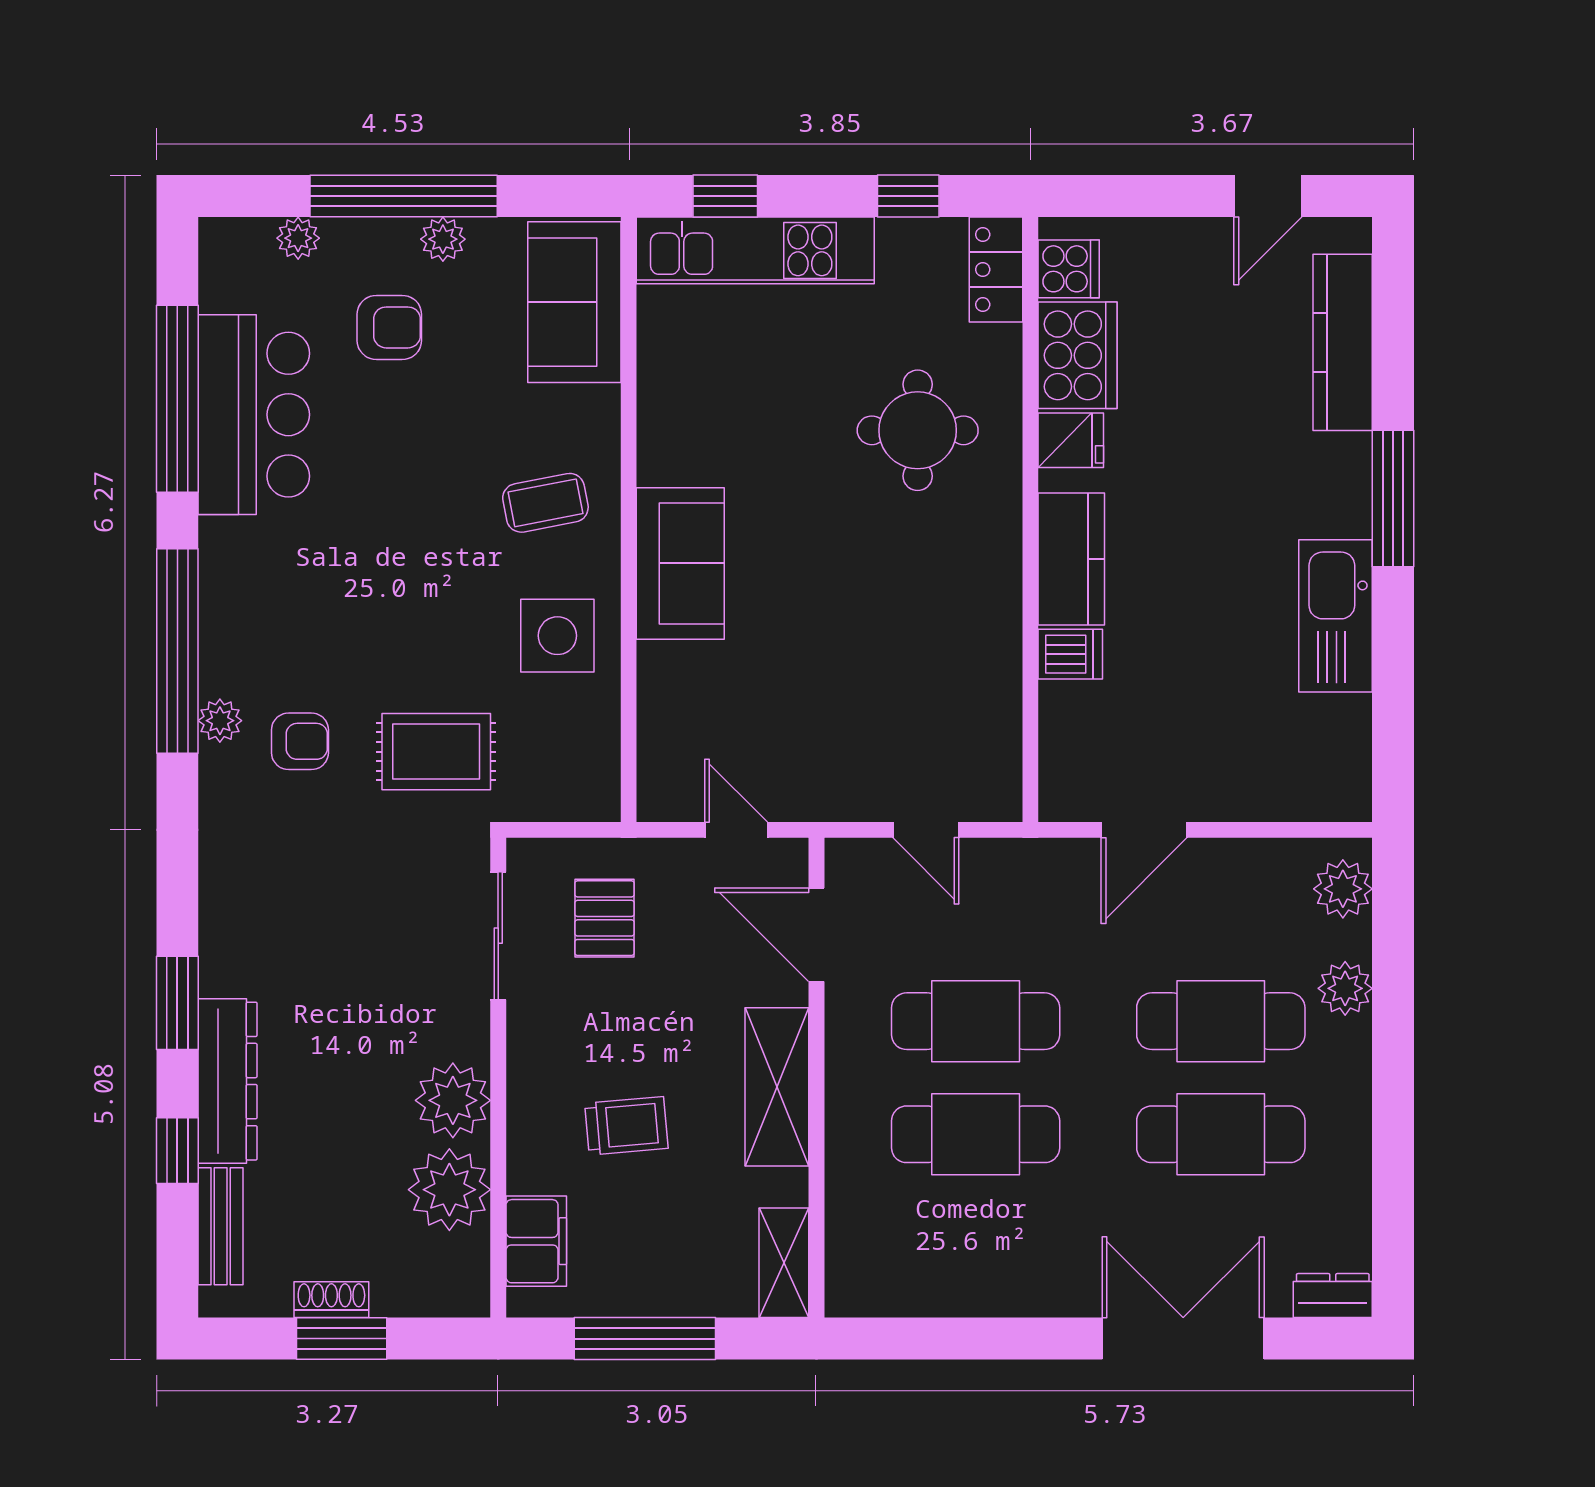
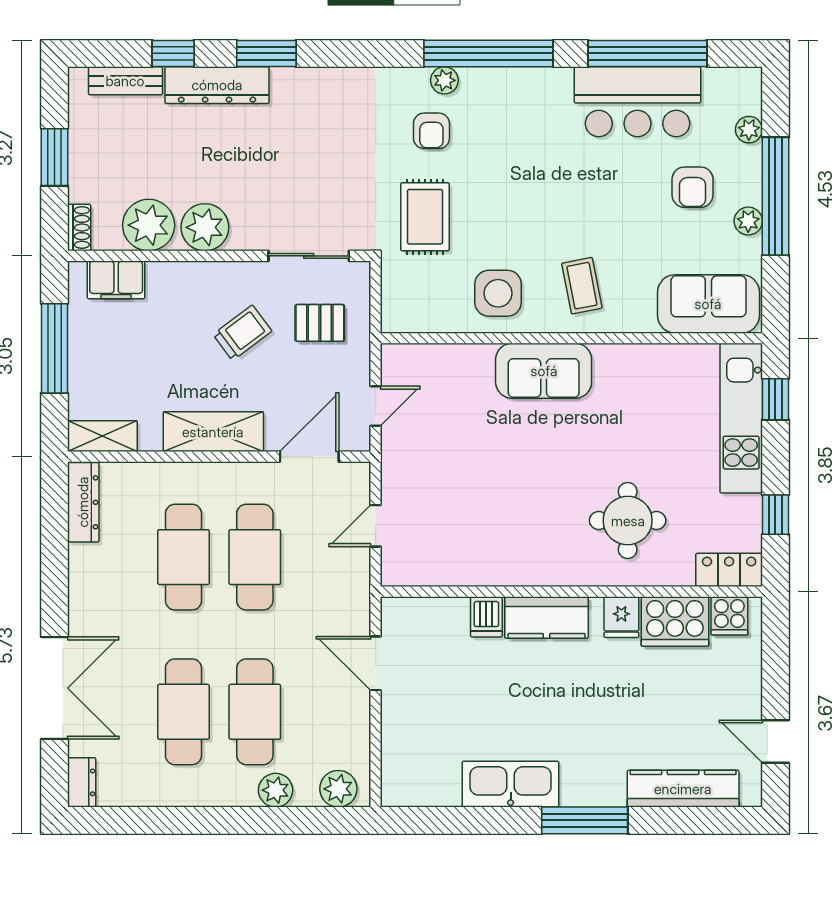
trolley: (626, 1126) -> (242, 333), moved, turned -122
dresser: (889, 1293) -> (83, 502), added
shoe rack: (331, 1300) -> (79, 227), moved

